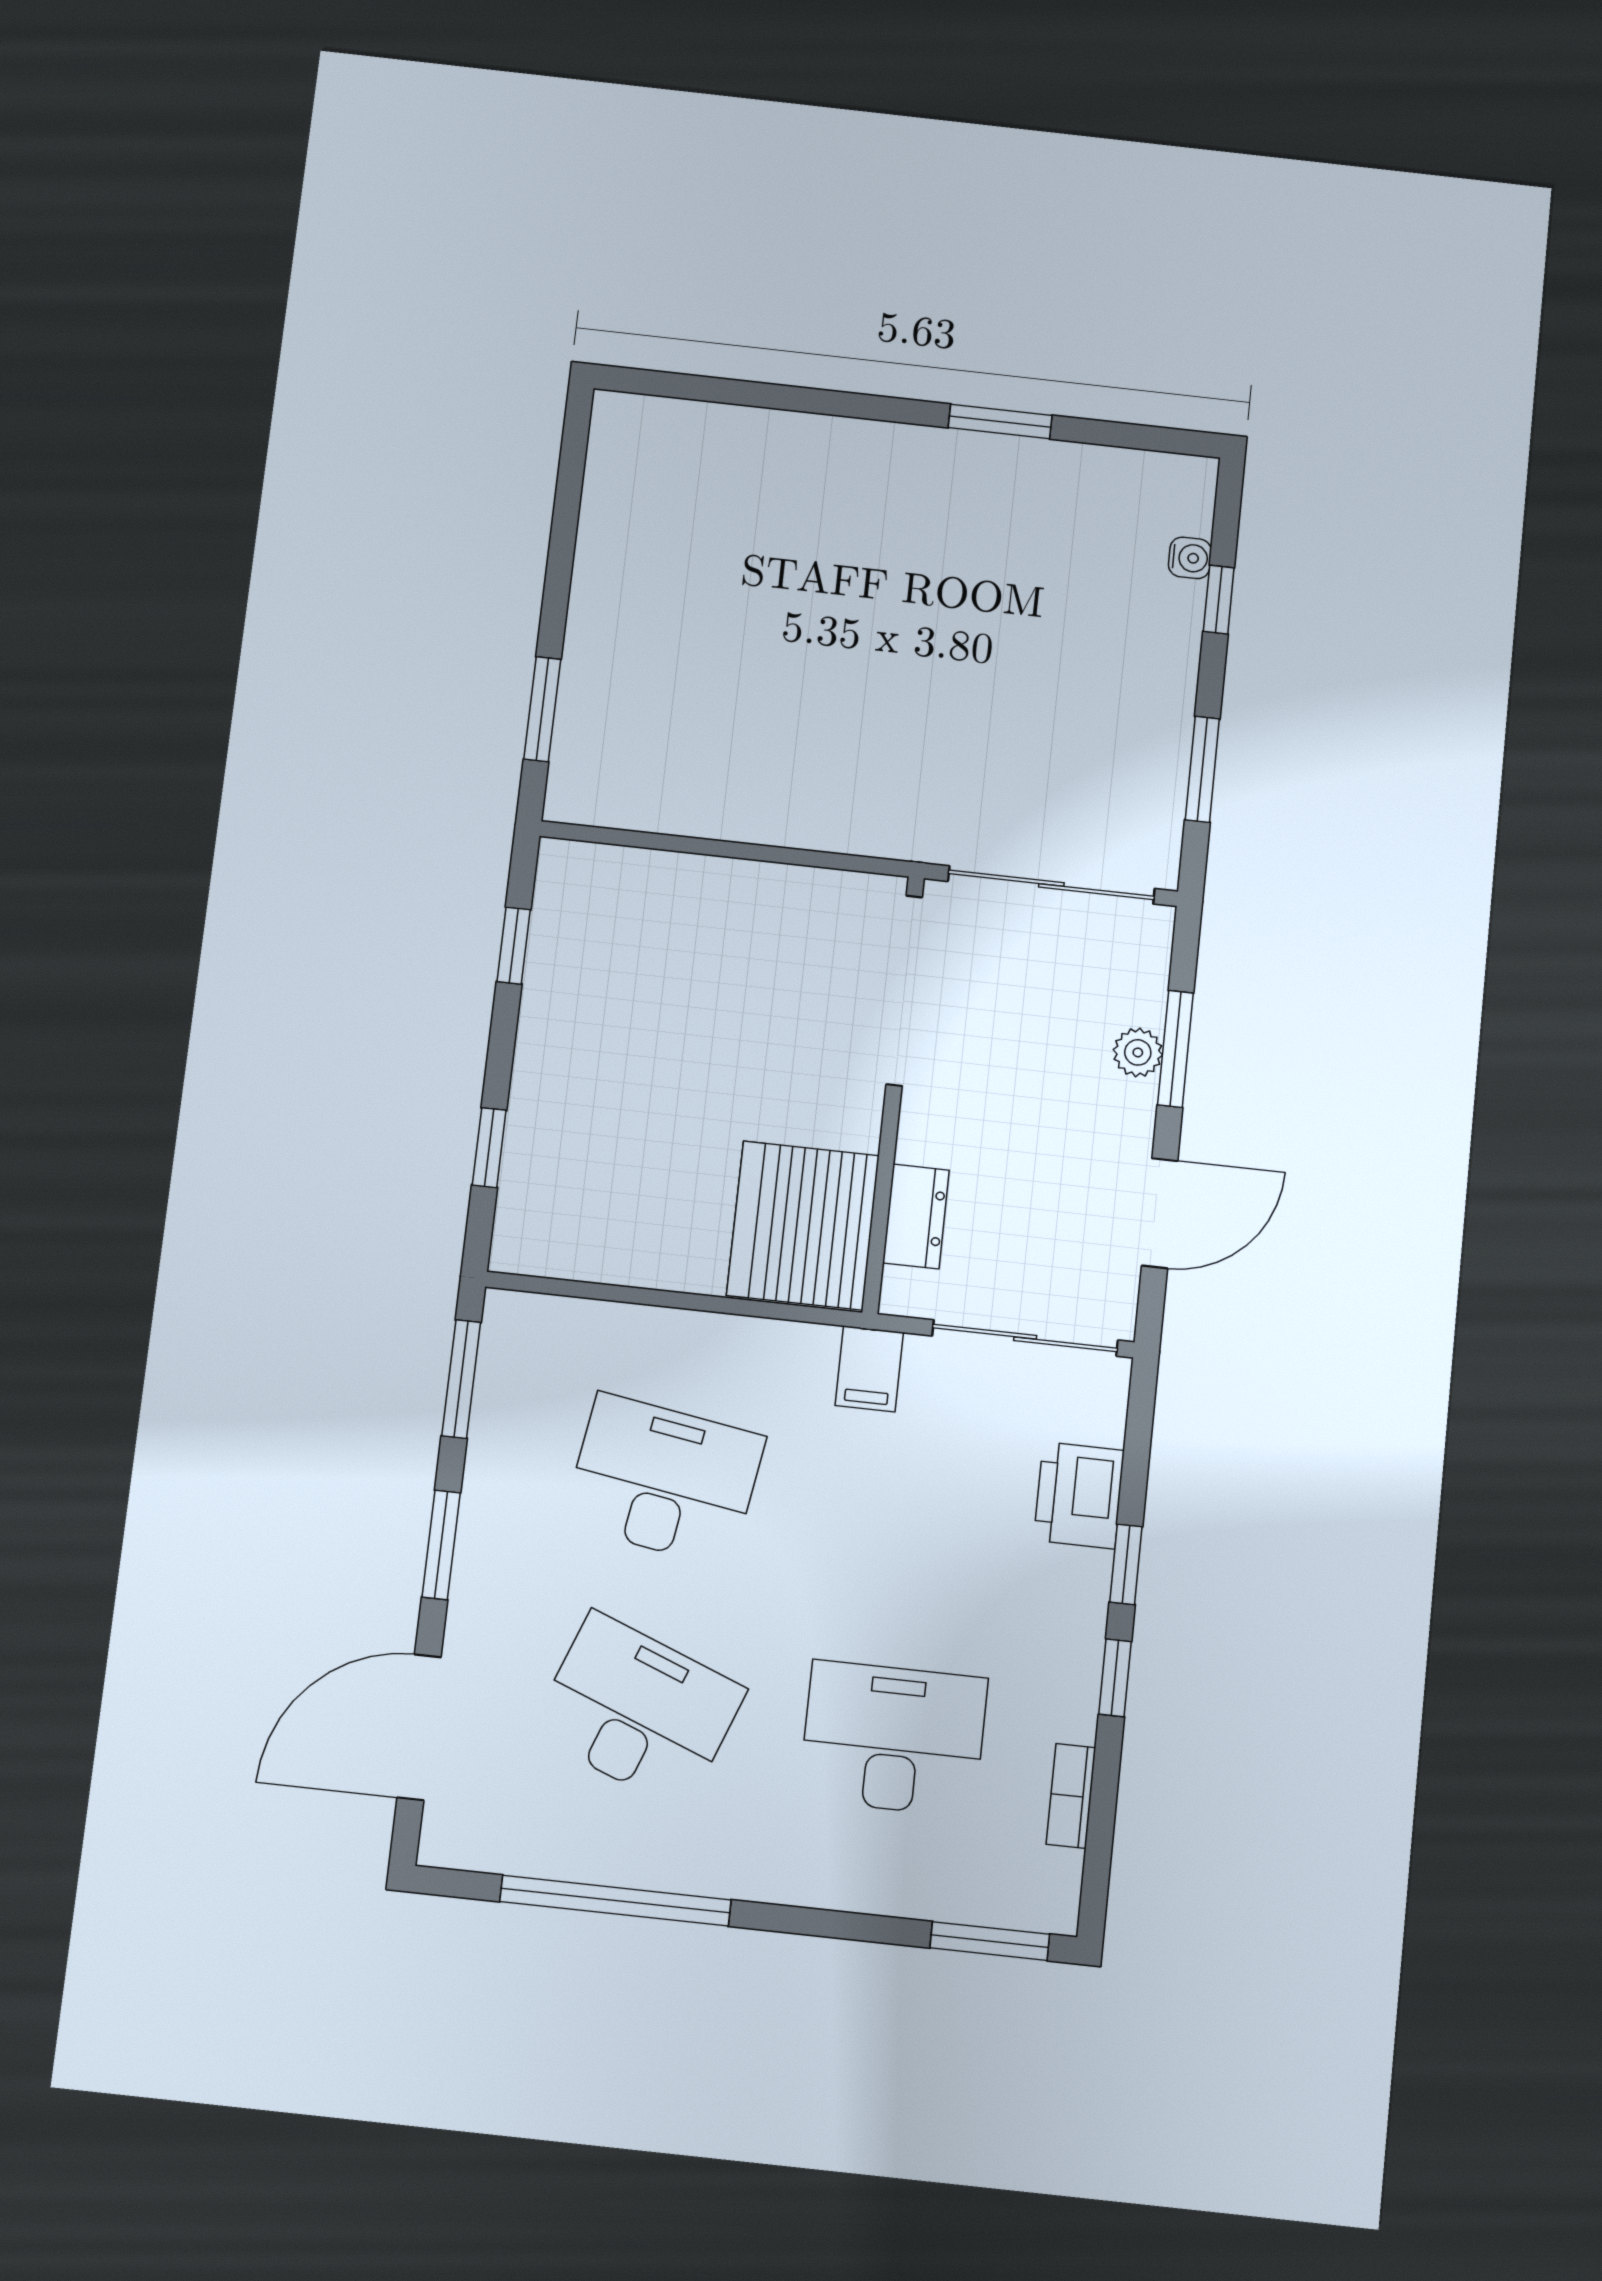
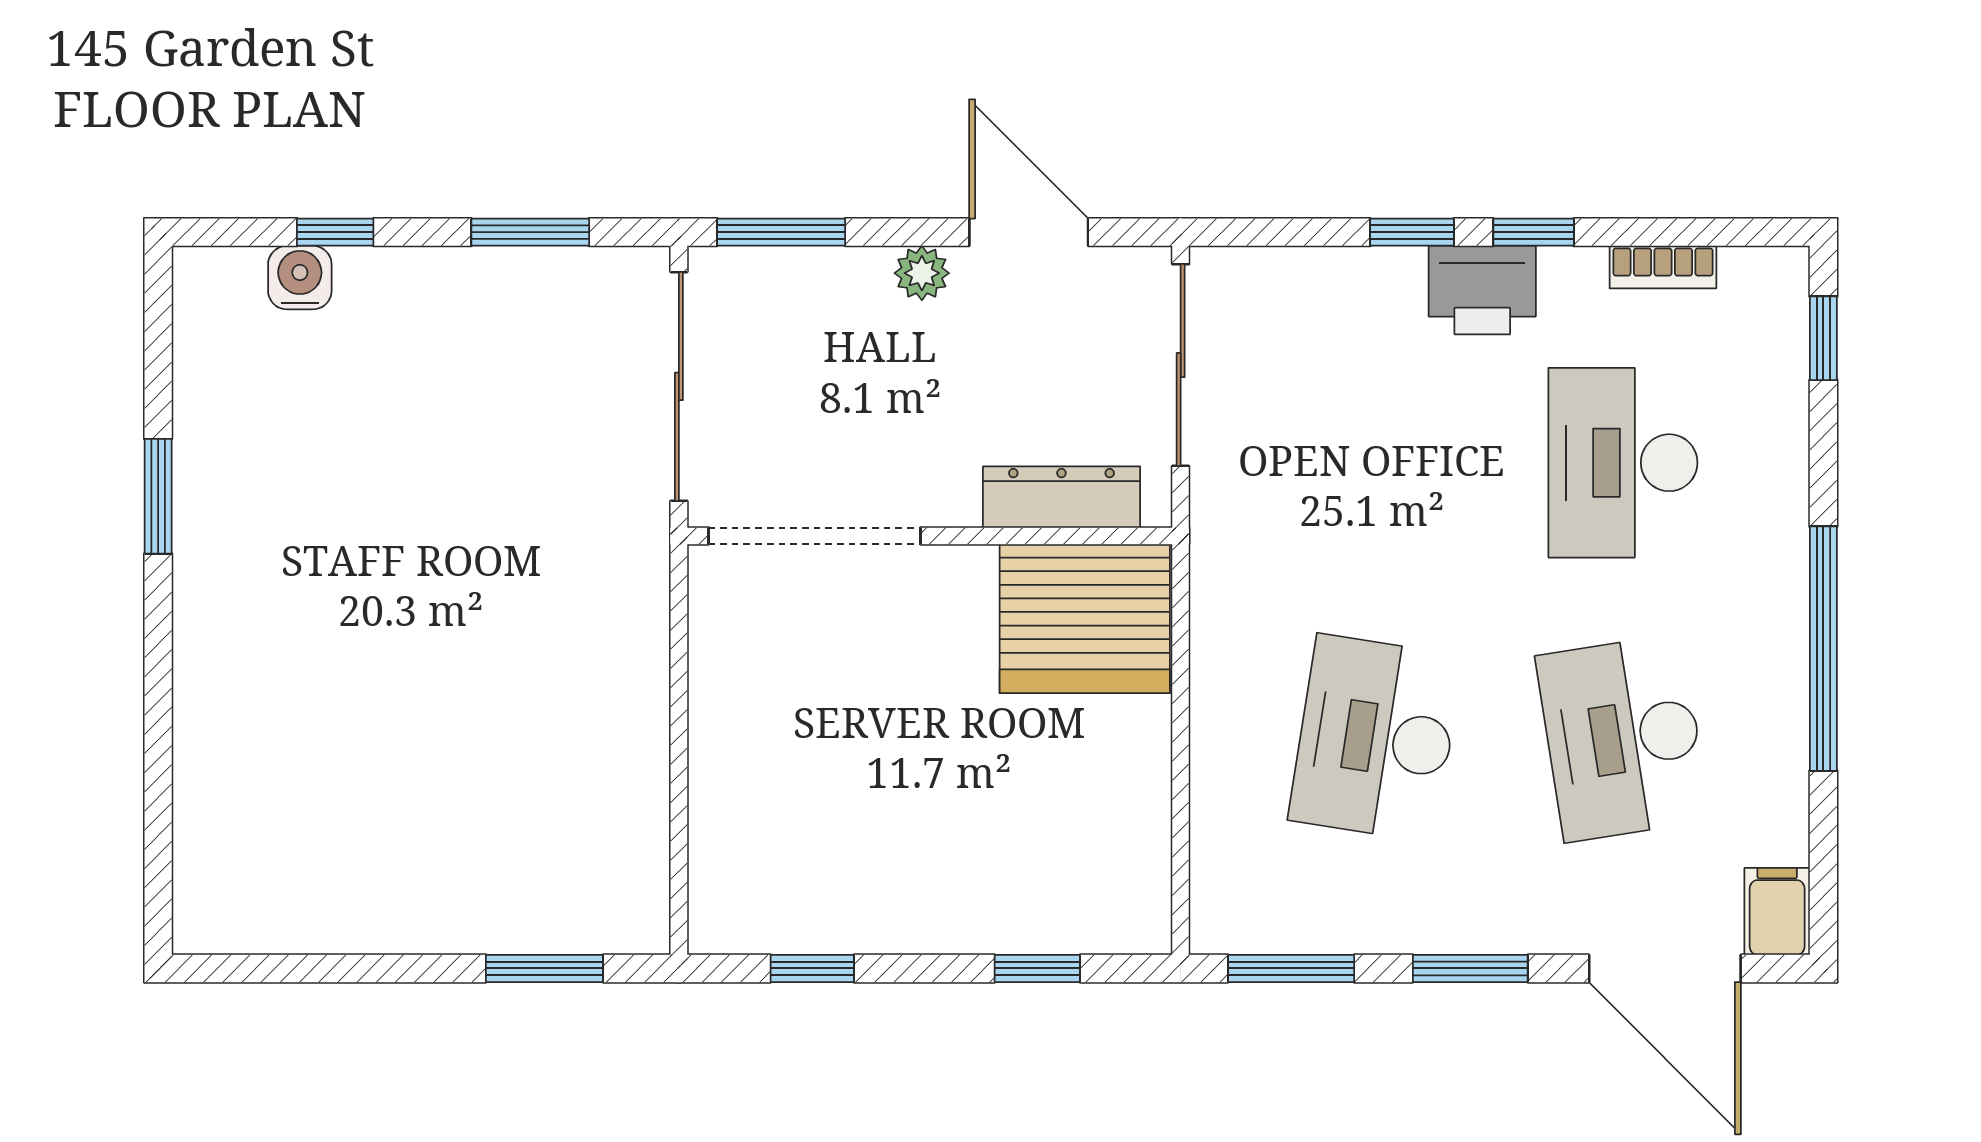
water cooler: (1190, 558) -> (300, 278), width x1.38, depth x1.38
window: (1175, 1049) -> (781, 232), moved
plant: (1138, 1052) -> (922, 273), moved
dresser: (916, 1216) -> (1061, 497), width x1.44
filing cabinet: (869, 1369) -> (1777, 911), moved, turned -90
printer: (1079, 1495) -> (1482, 290), moved
desk: (638, 1711) -> (1623, 738), turned -30
window: (615, 1901) -> (1823, 649), moved
window: (990, 1941) -> (1823, 338), width x0.67

